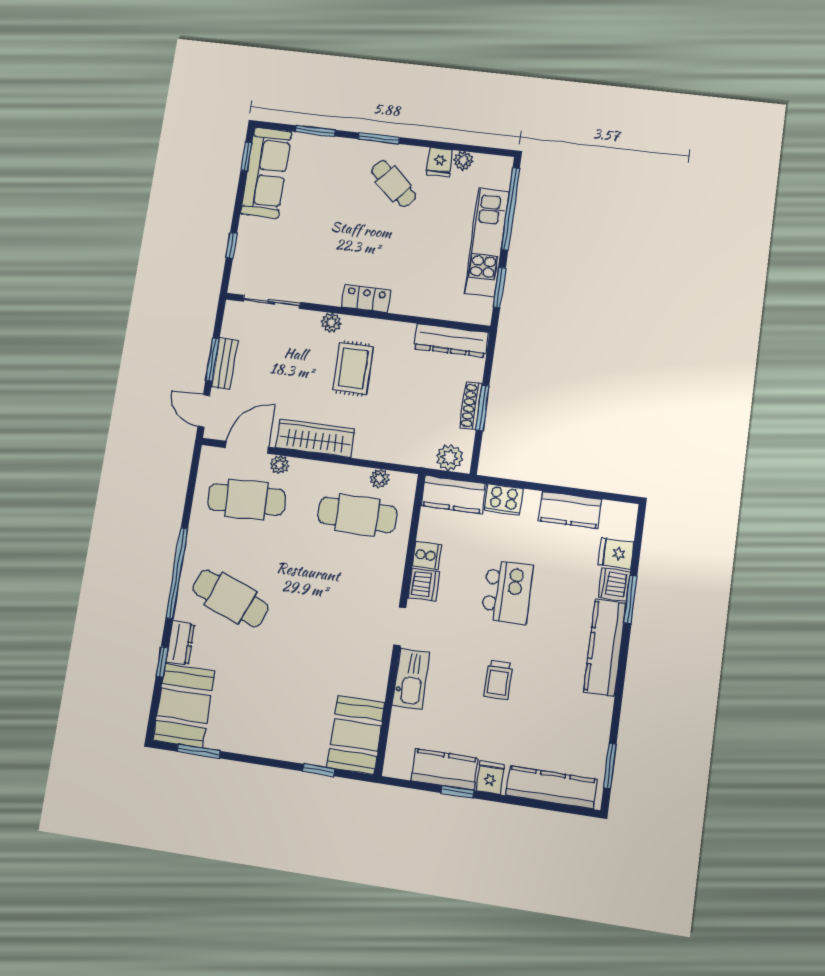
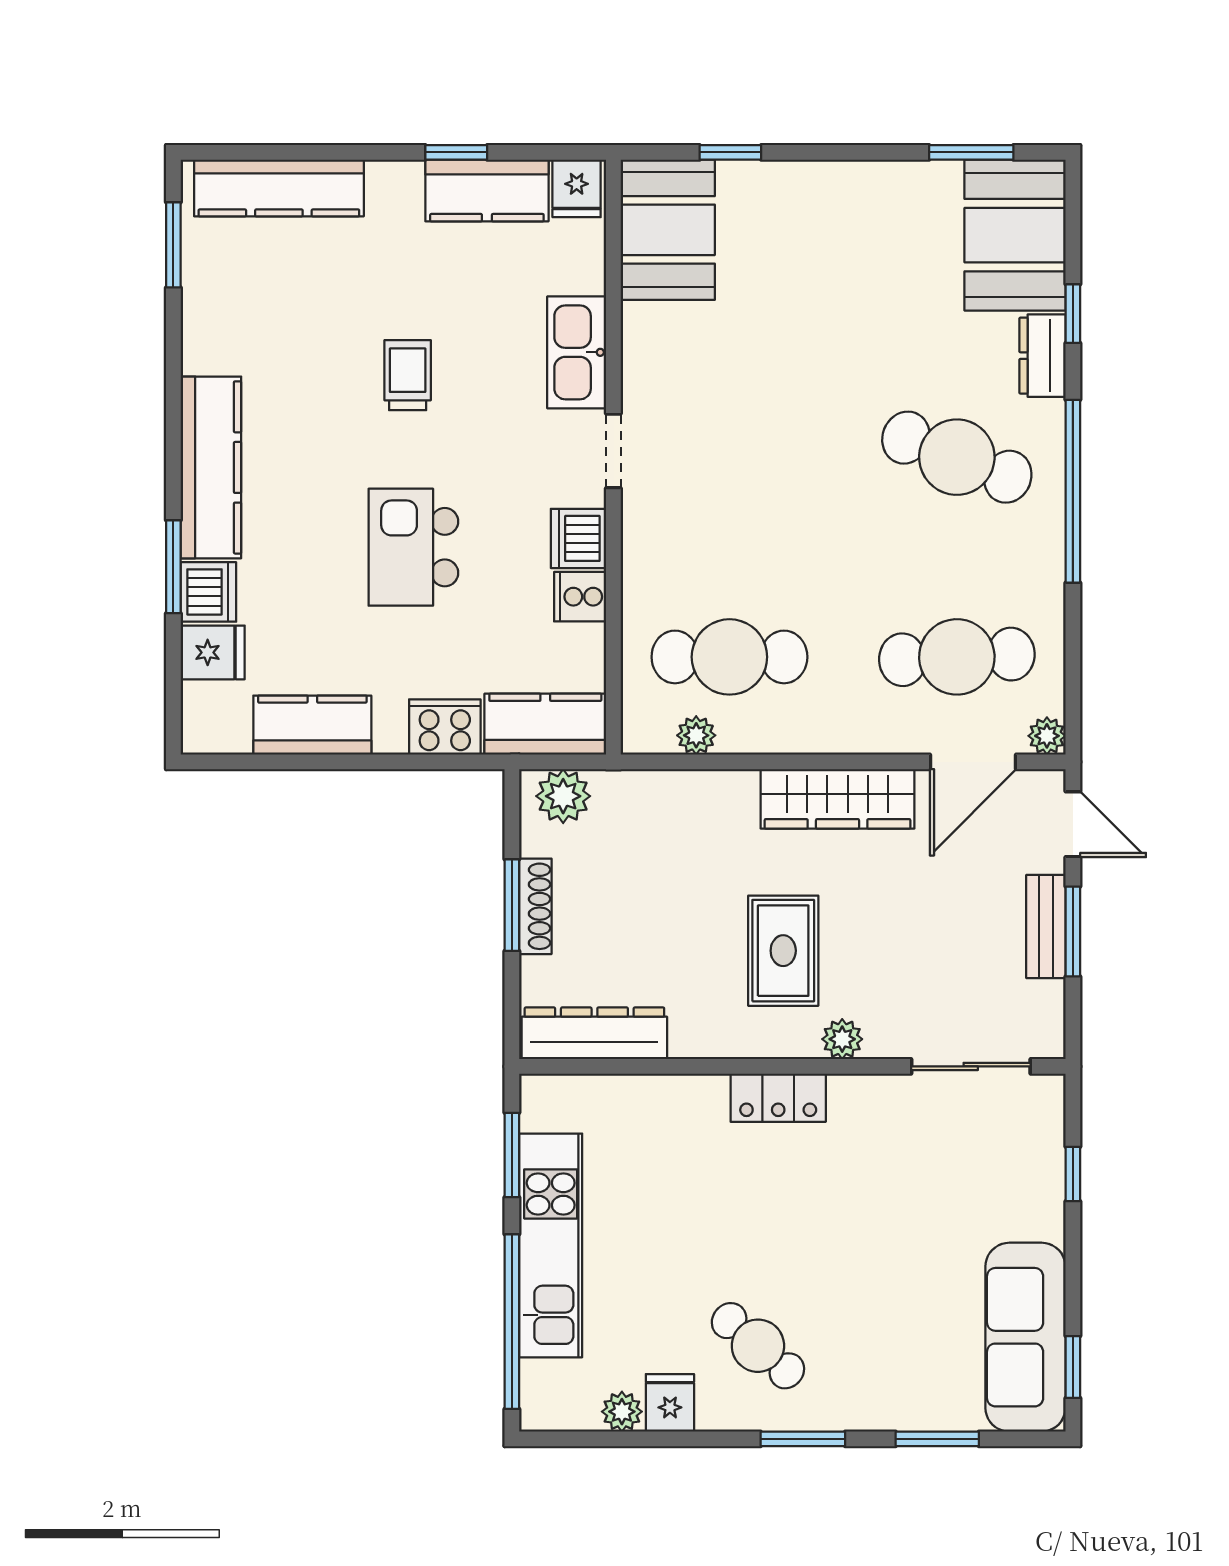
plant: (279, 465) -> (1047, 736), moved
fridge: (490, 778) -> (577, 188), moved

